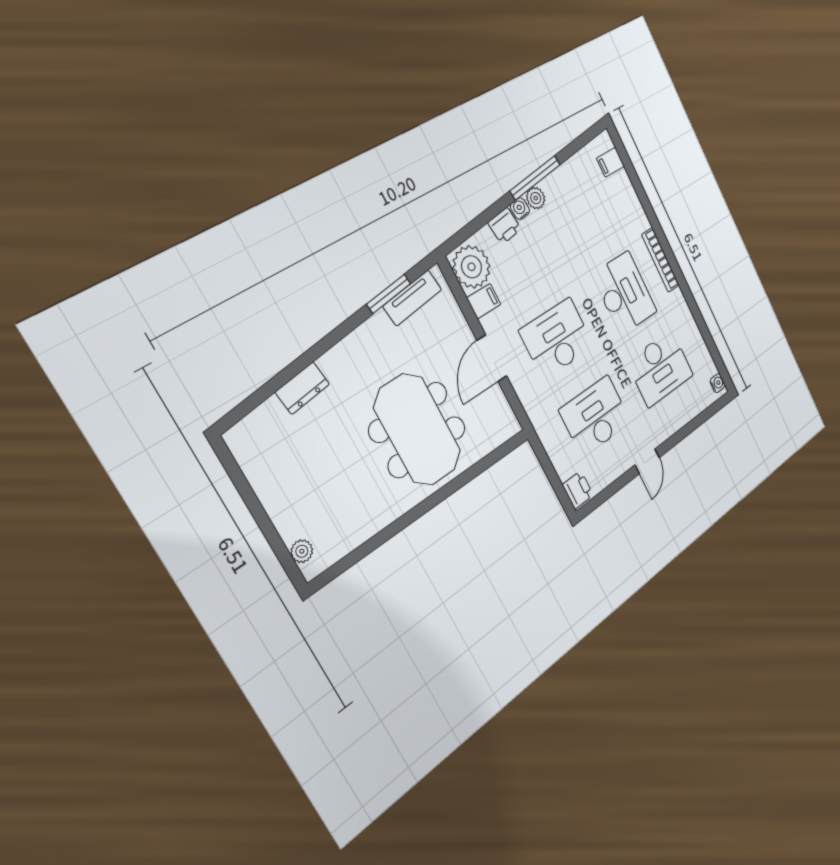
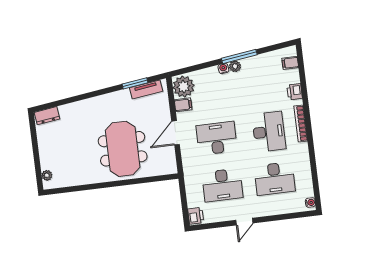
printer: (505, 226) -> (295, 92), moved, turned 97
dresser: (302, 388) -> (47, 116), moved
desk: (595, 416) -> (222, 185), turned 180

